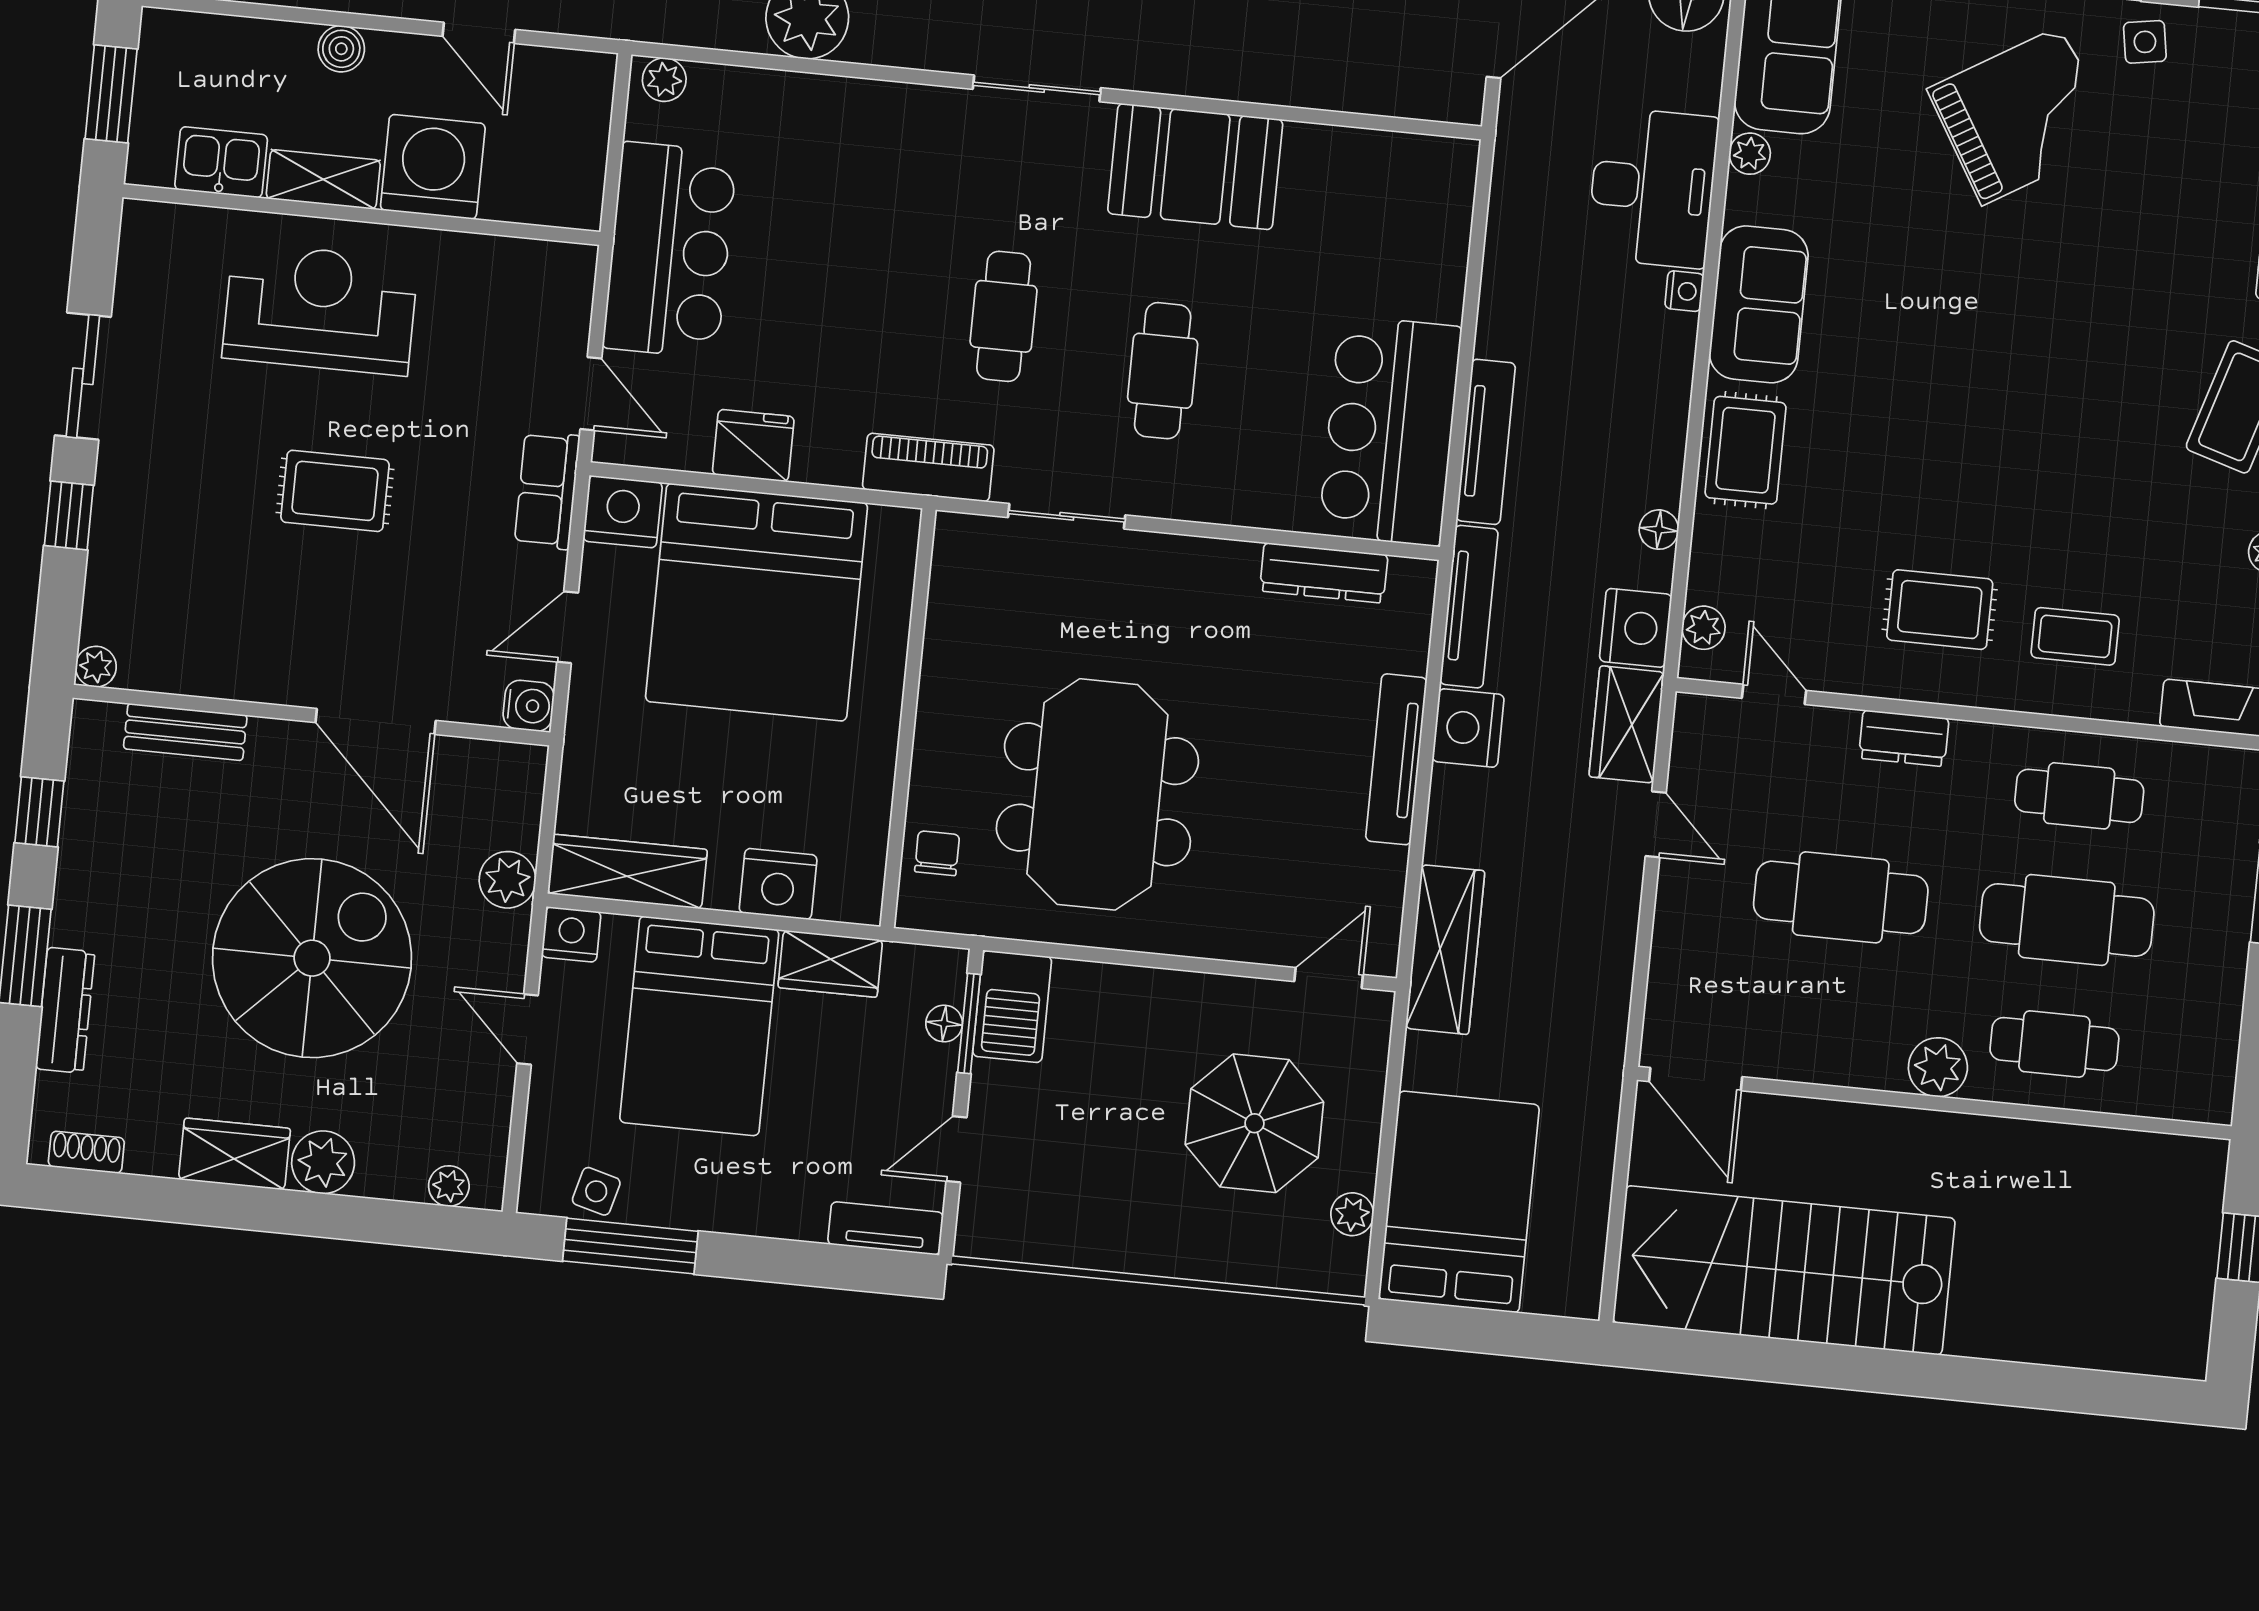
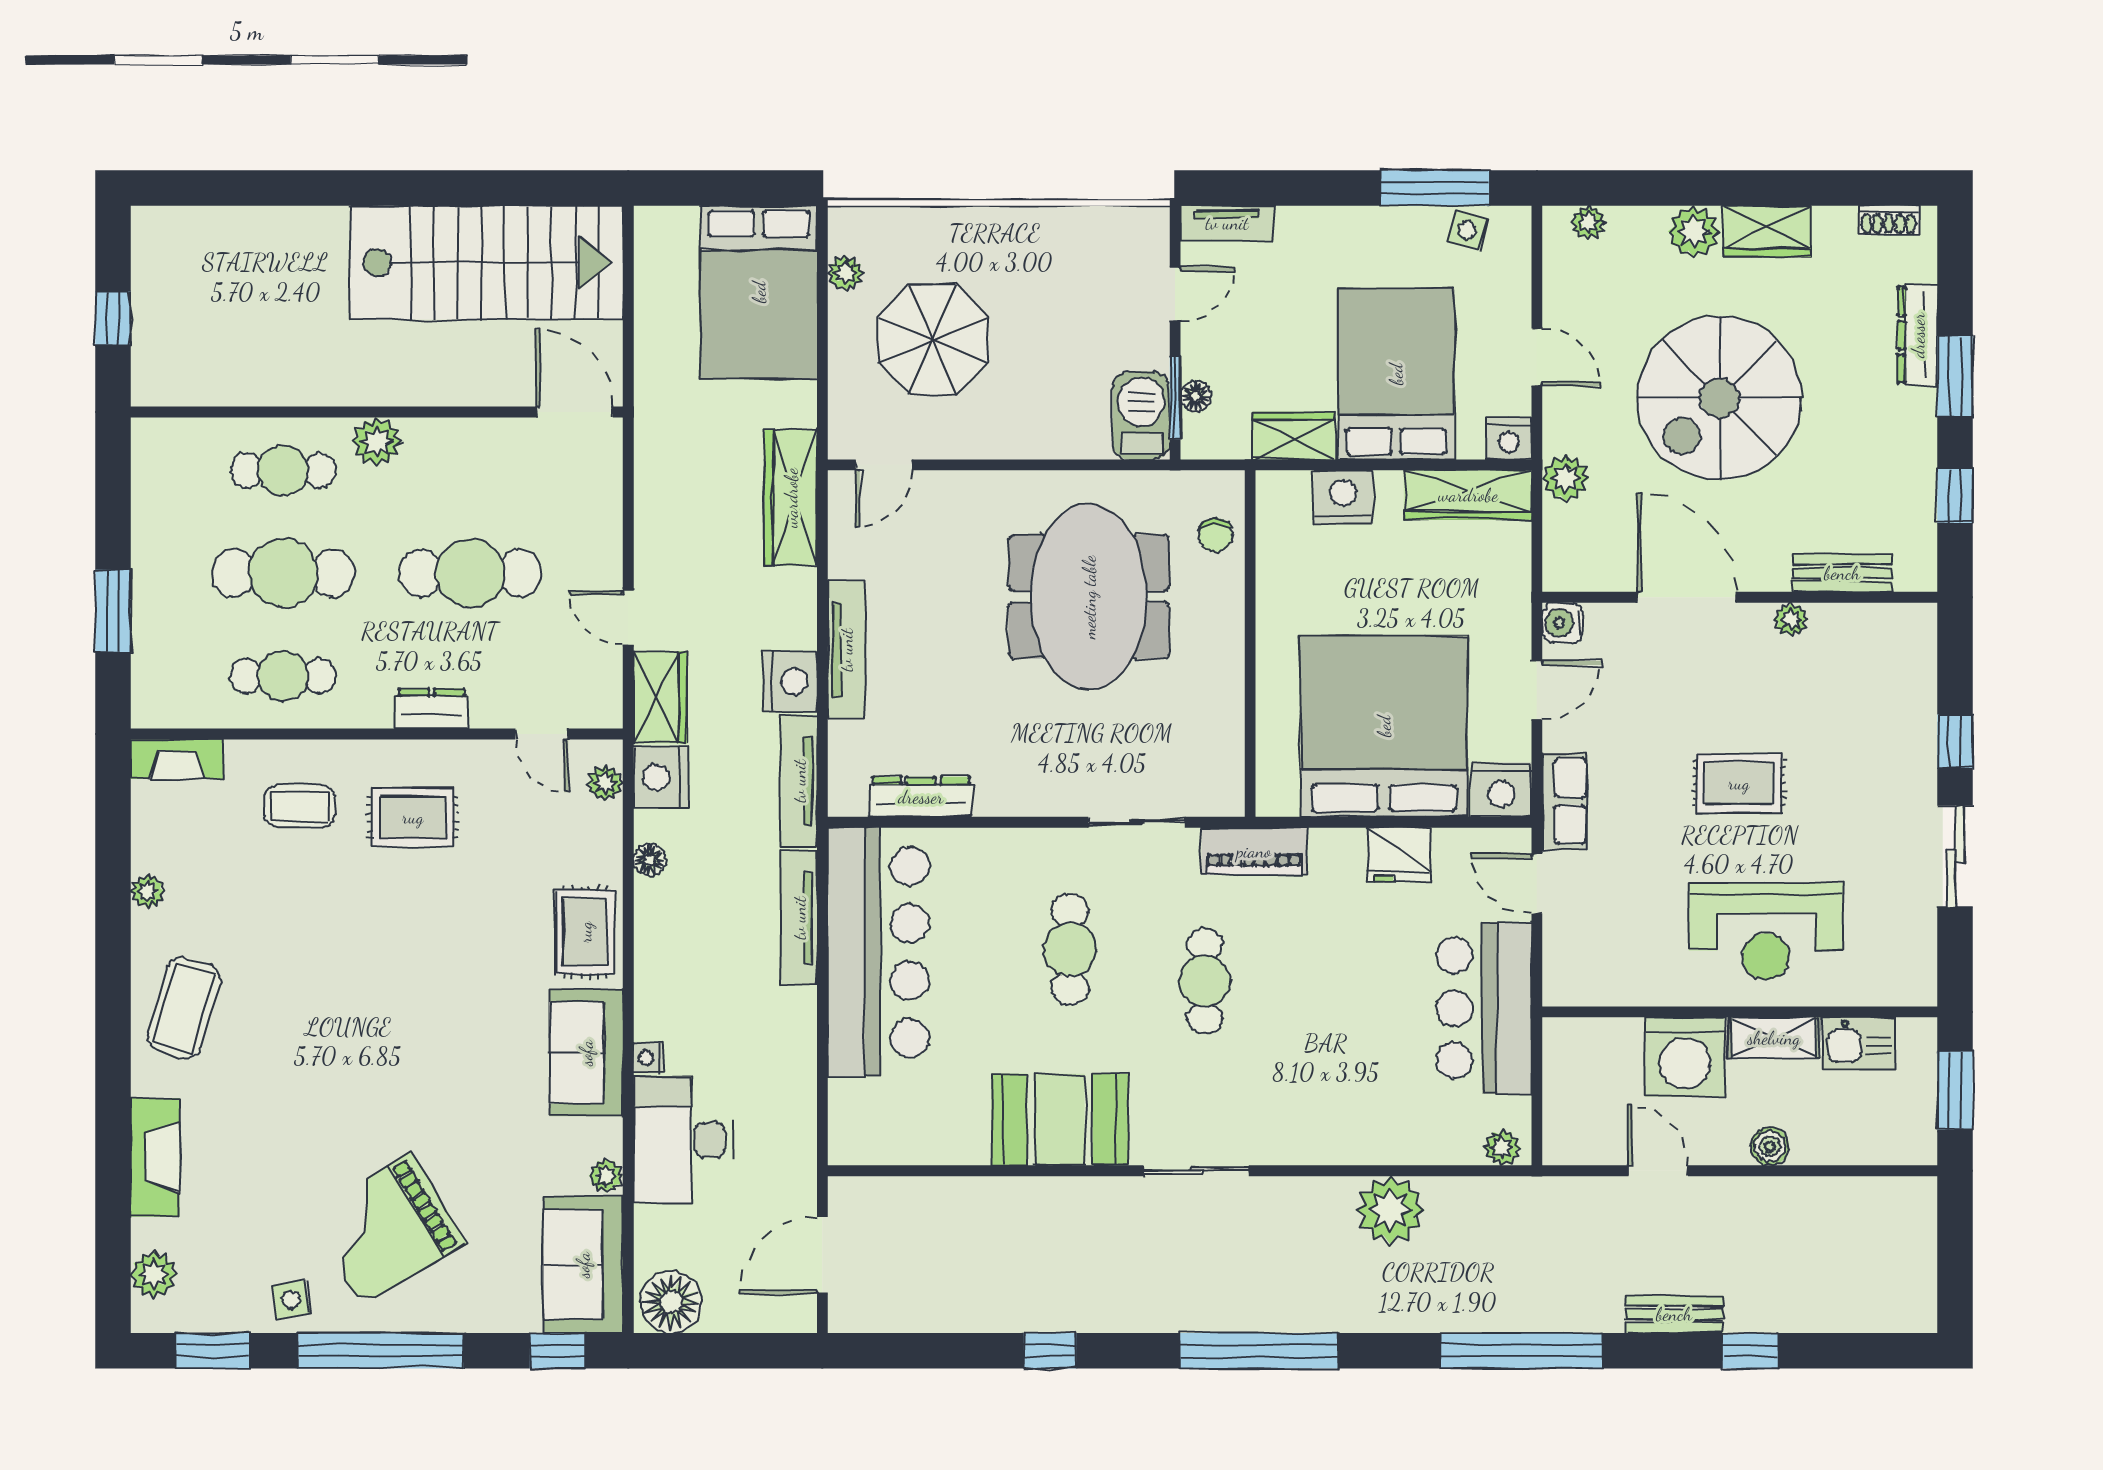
bar counter: (1390, 431) -> (878, 952), width x1.36
plant: (96, 667) -> (1791, 619), moved

